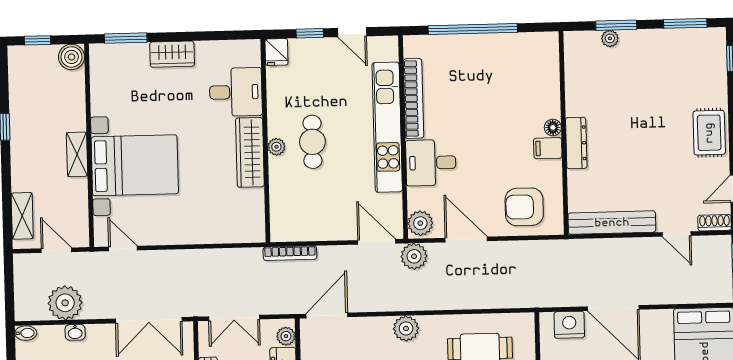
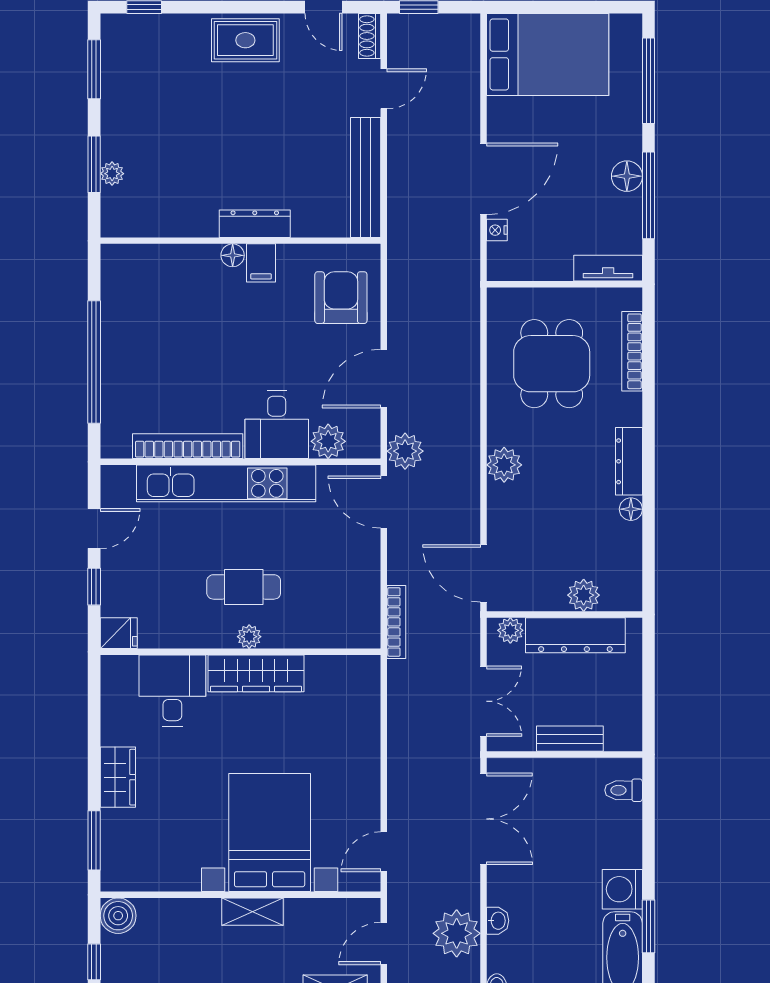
armchair: (524, 207) -> (341, 298), turned 180
plant: (420, 223) -> (328, 441), moved
door: (377, 242) -> (384, 502), hinge flipped
nightstand: (569, 325) -> (497, 230), width x0.53, depth x0.56

